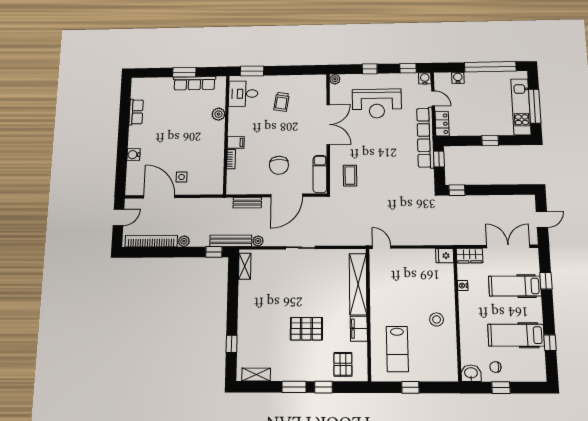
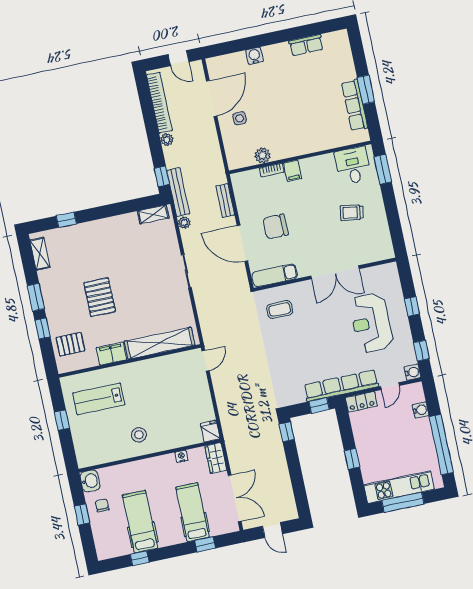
plant: (335, 79) -> (391, 269), removed
plant: (218, 114) -> (262, 155), moved

